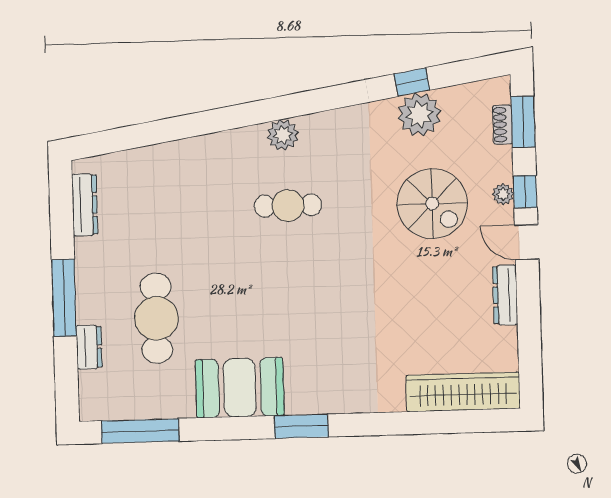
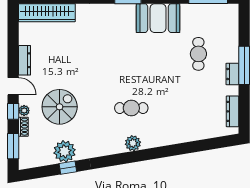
shoe rack: (502, 125) -> (23, 127), moved
spiral stairs: (432, 204) -> (60, 107), turned 90
cafe table: (156, 318) -> (198, 54), width x0.73, depth x0.74
dresser: (89, 347) -> (232, 74), moved

